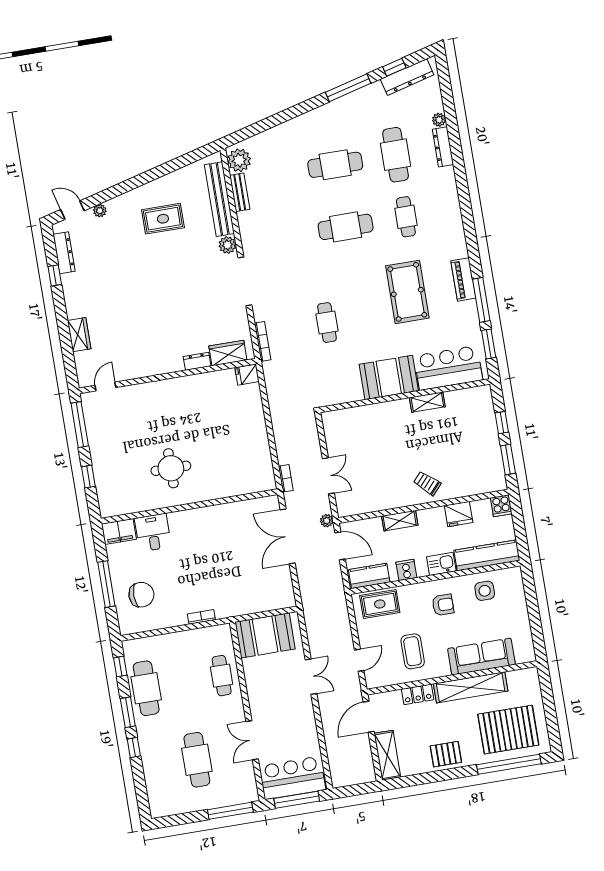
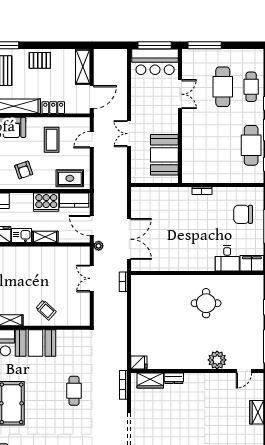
plant: (143, 395) -> (217, 360), added
trolley: (427, 483) -> (46, 310), moved
kitchen sink: (441, 564) -> (21, 235), moved, turned 180
cooker: (406, 570) -> (46, 202), width x1.87, depth x1.31
armchair: (443, 605) -> (24, 170), turned -109
booth: (265, 635) -> (164, 155), moved, turned 90
cafe table: (222, 676) -> (251, 87), moved

